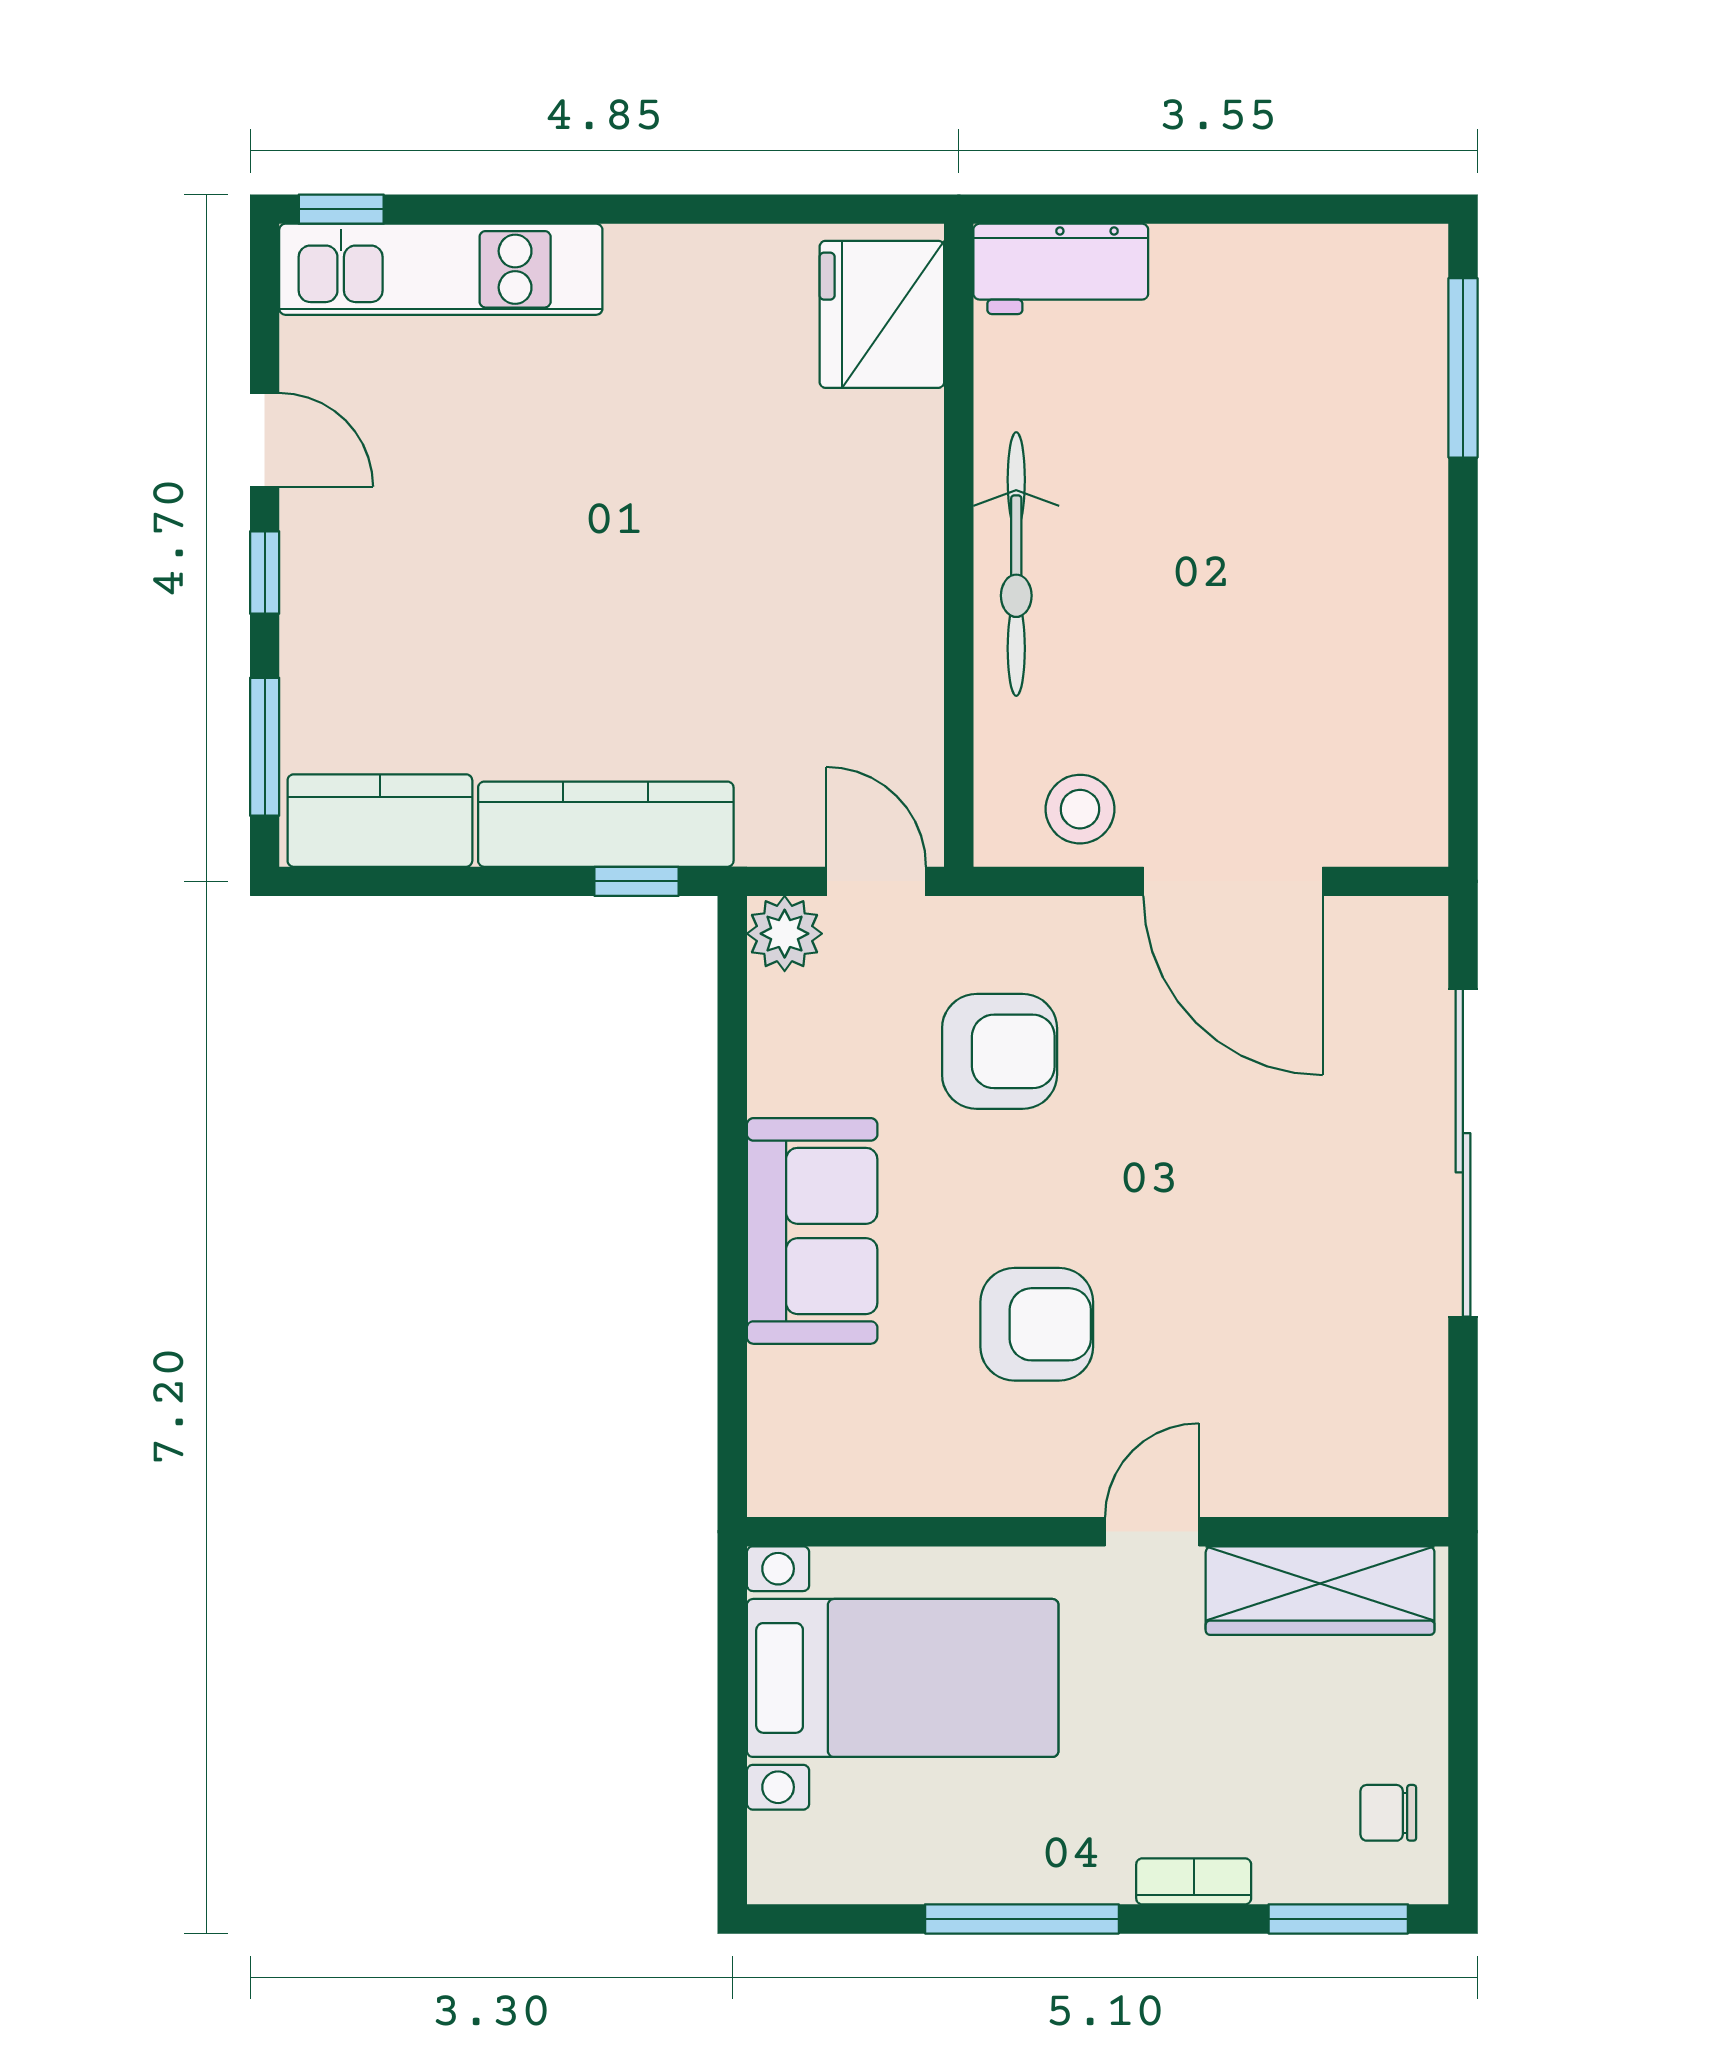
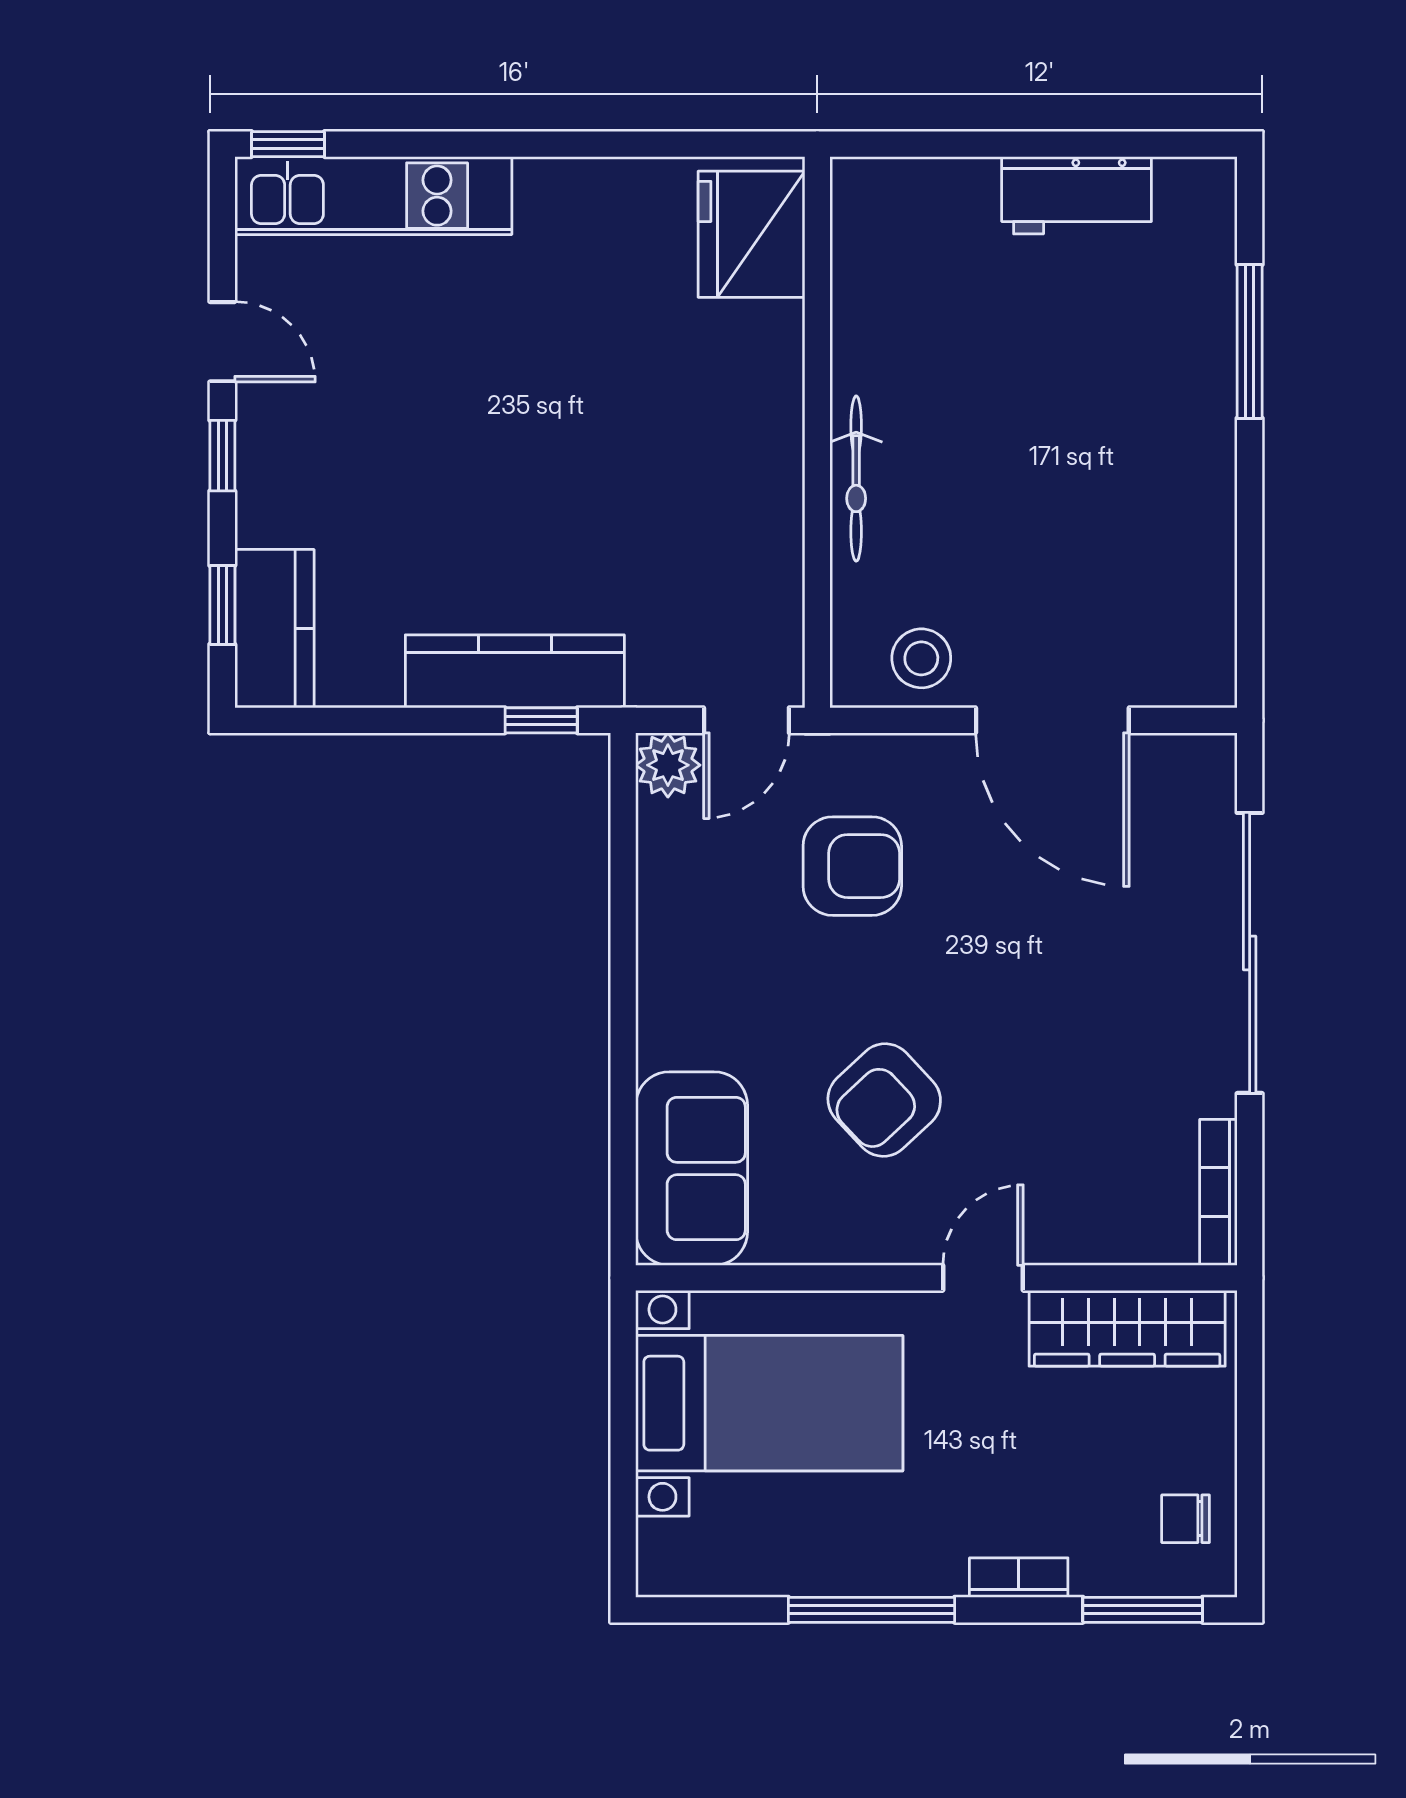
workbench: (1061, 269) -> (1077, 195), moved
window: (1463, 368) -> (1250, 341), moved
bicycle: (1016, 564) -> (856, 479), width x0.73, depth x0.71
window: (265, 747) -> (222, 605), width x0.67
kitchen counter: (380, 821) -> (274, 629), moved, turned 90
door: (876, 881) -> (746, 720), swing flipped
sofa: (812, 1231) -> (692, 1169), moved
armchair: (1037, 1324) -> (884, 1100), turned 137
bookcase: (1427, 1432) -> (1218, 1192), added

